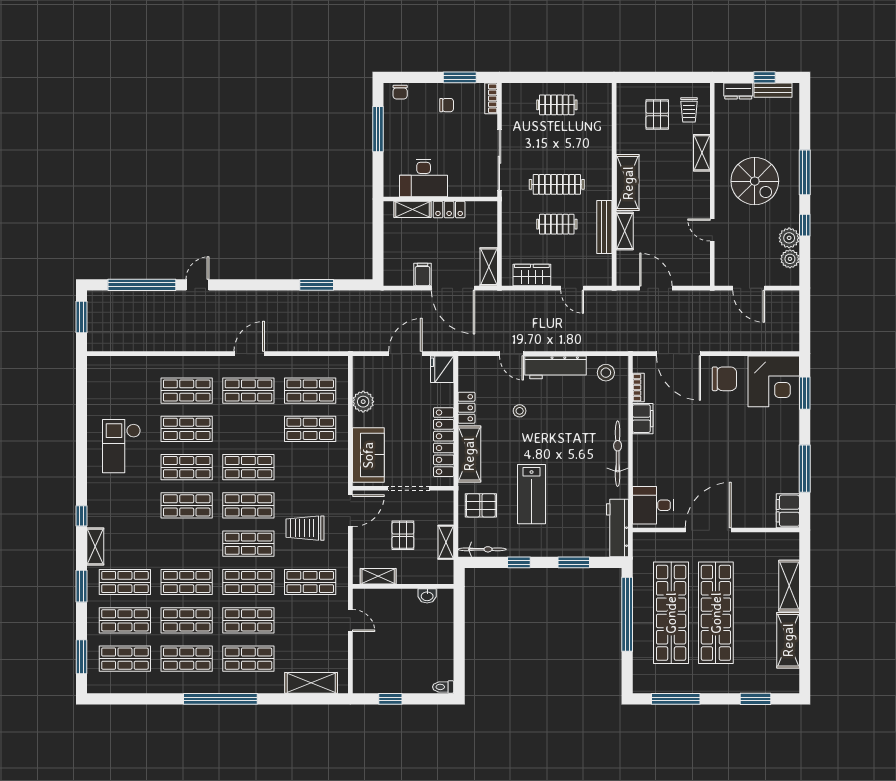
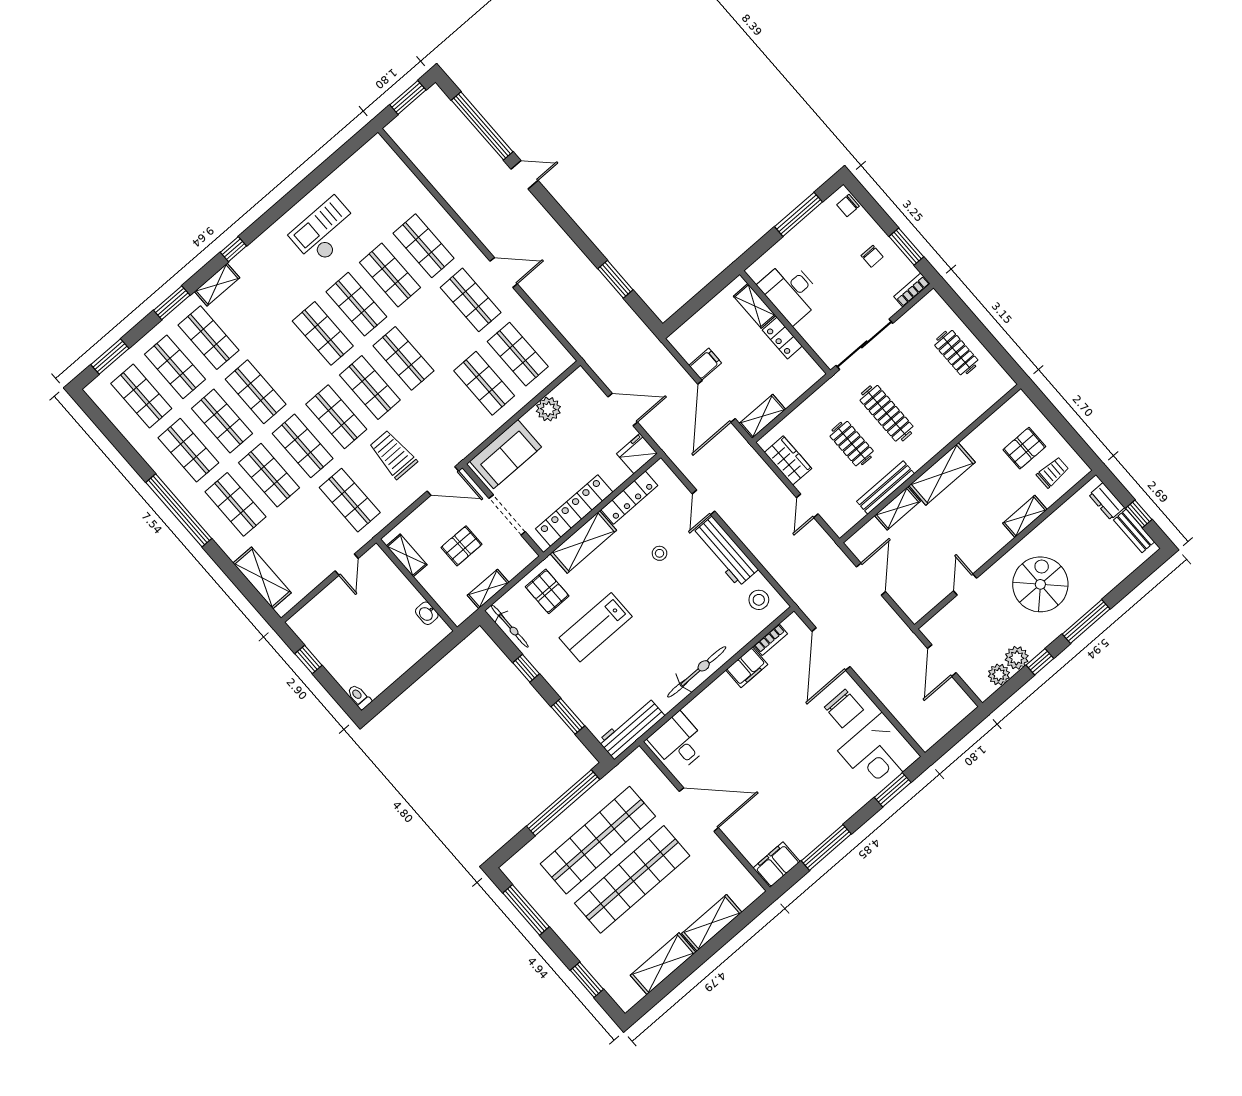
trolley: (689, 110) -> (1053, 472), turned 180
spiral stairs: (755, 181) -> (1040, 584), turned 180
locker: (466, 408) -> (629, 498), width x1.53

